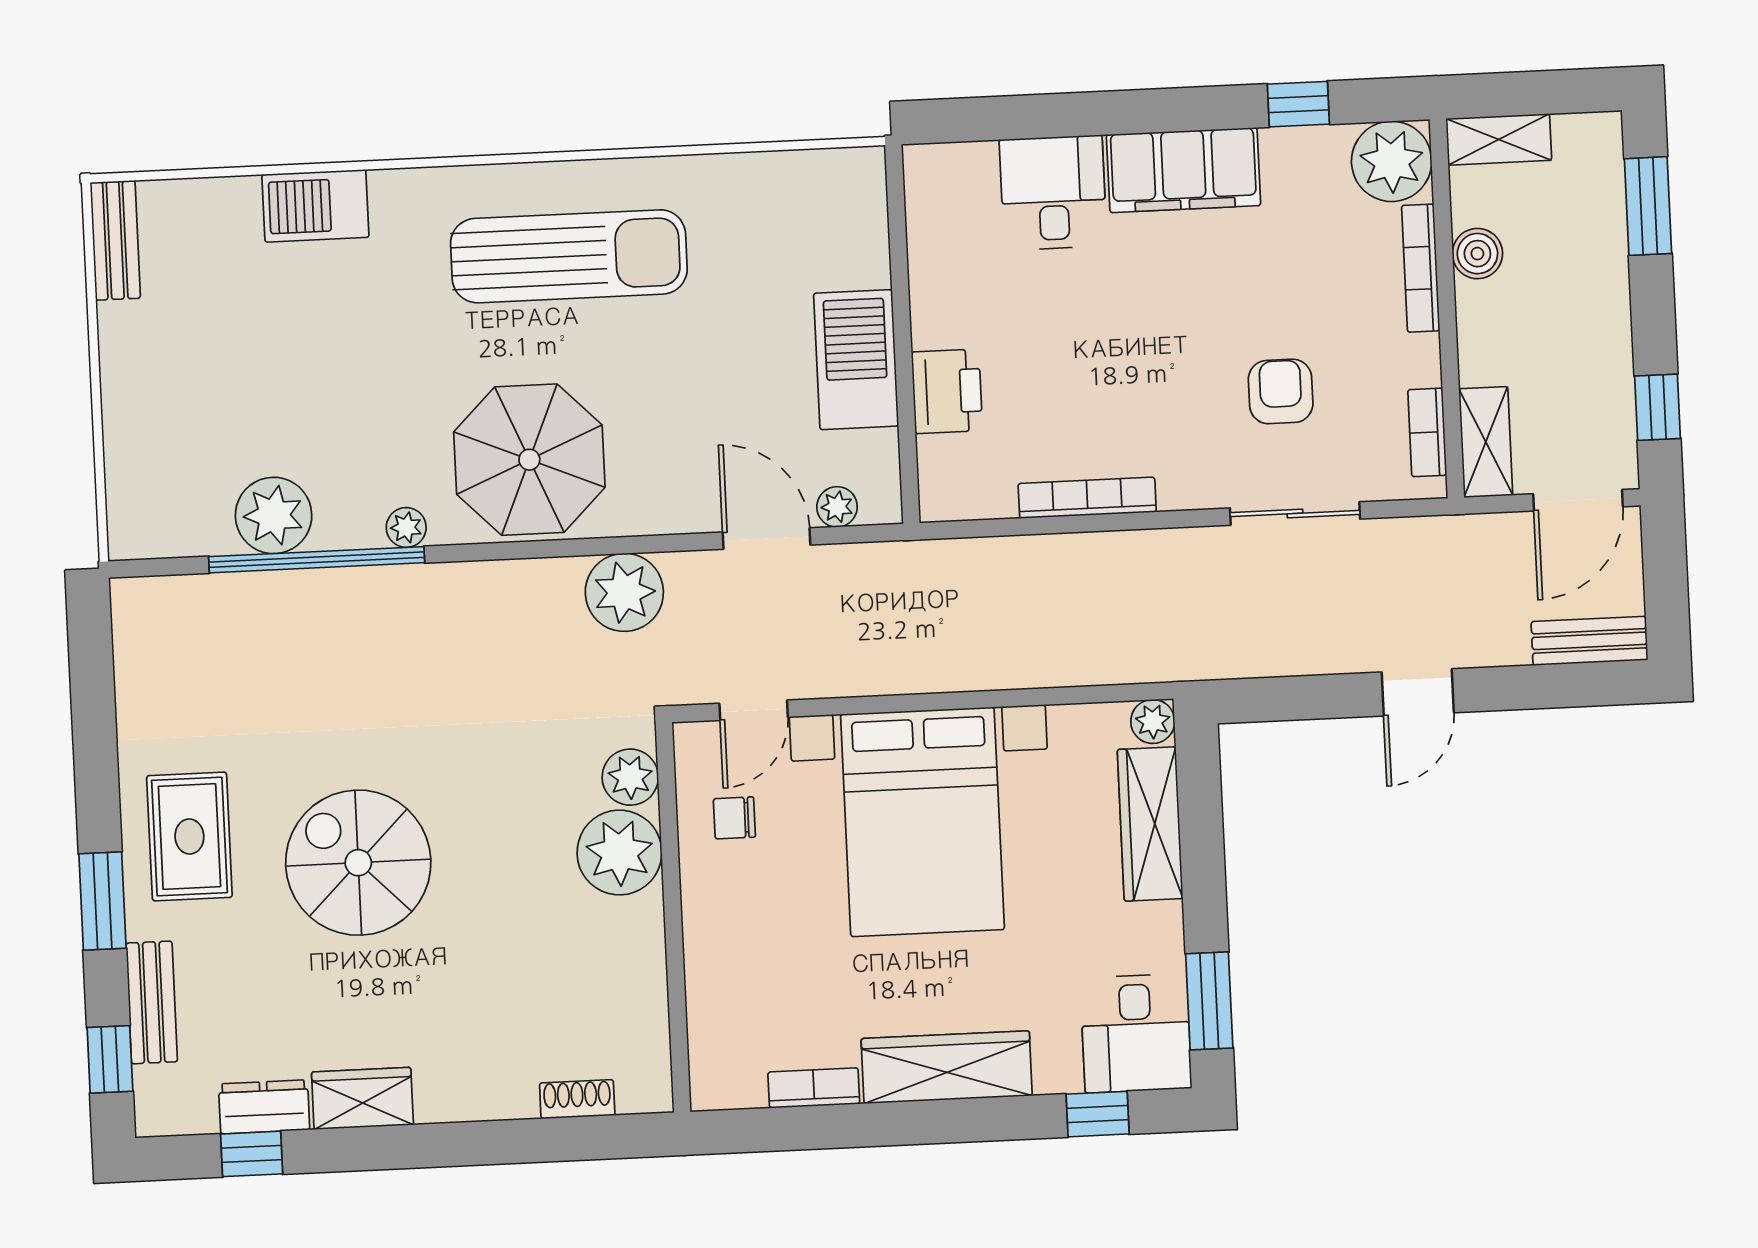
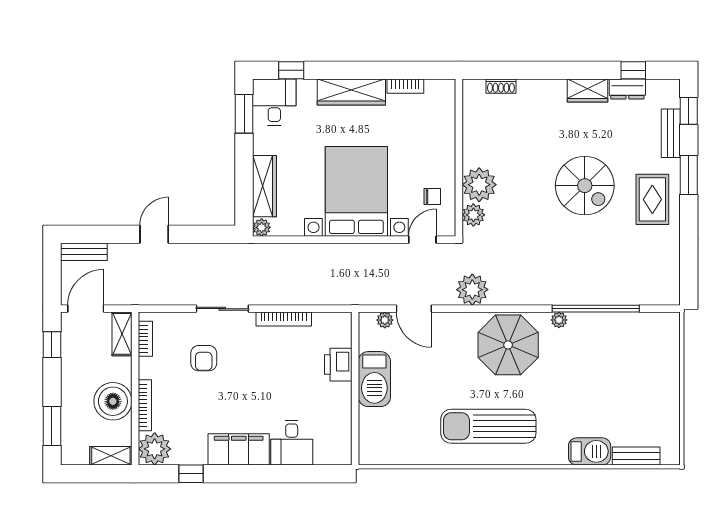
bench: (115, 240) -> (636, 456), moved, turned 90
boiler: (1477, 254) -> (113, 401), width x1.86, depth x1.86
sliding door: (1295, 514) -> (222, 309), moved
plant: (274, 515) -> (612, 327), removed

